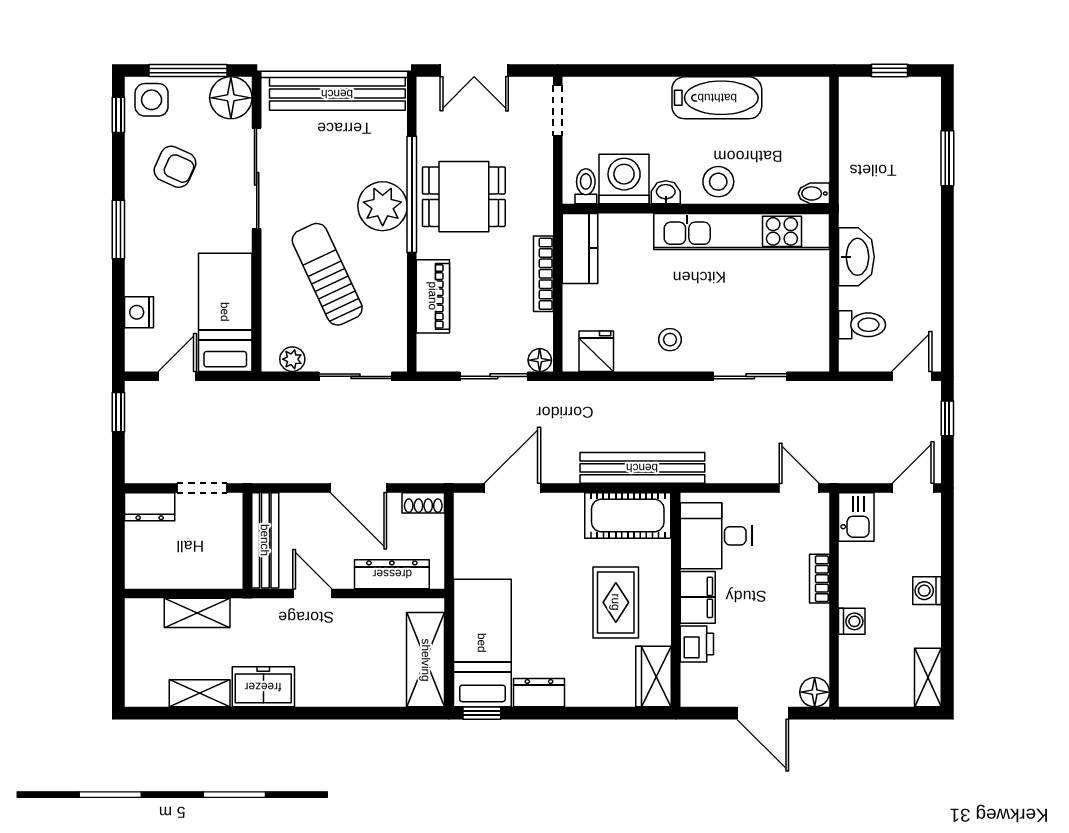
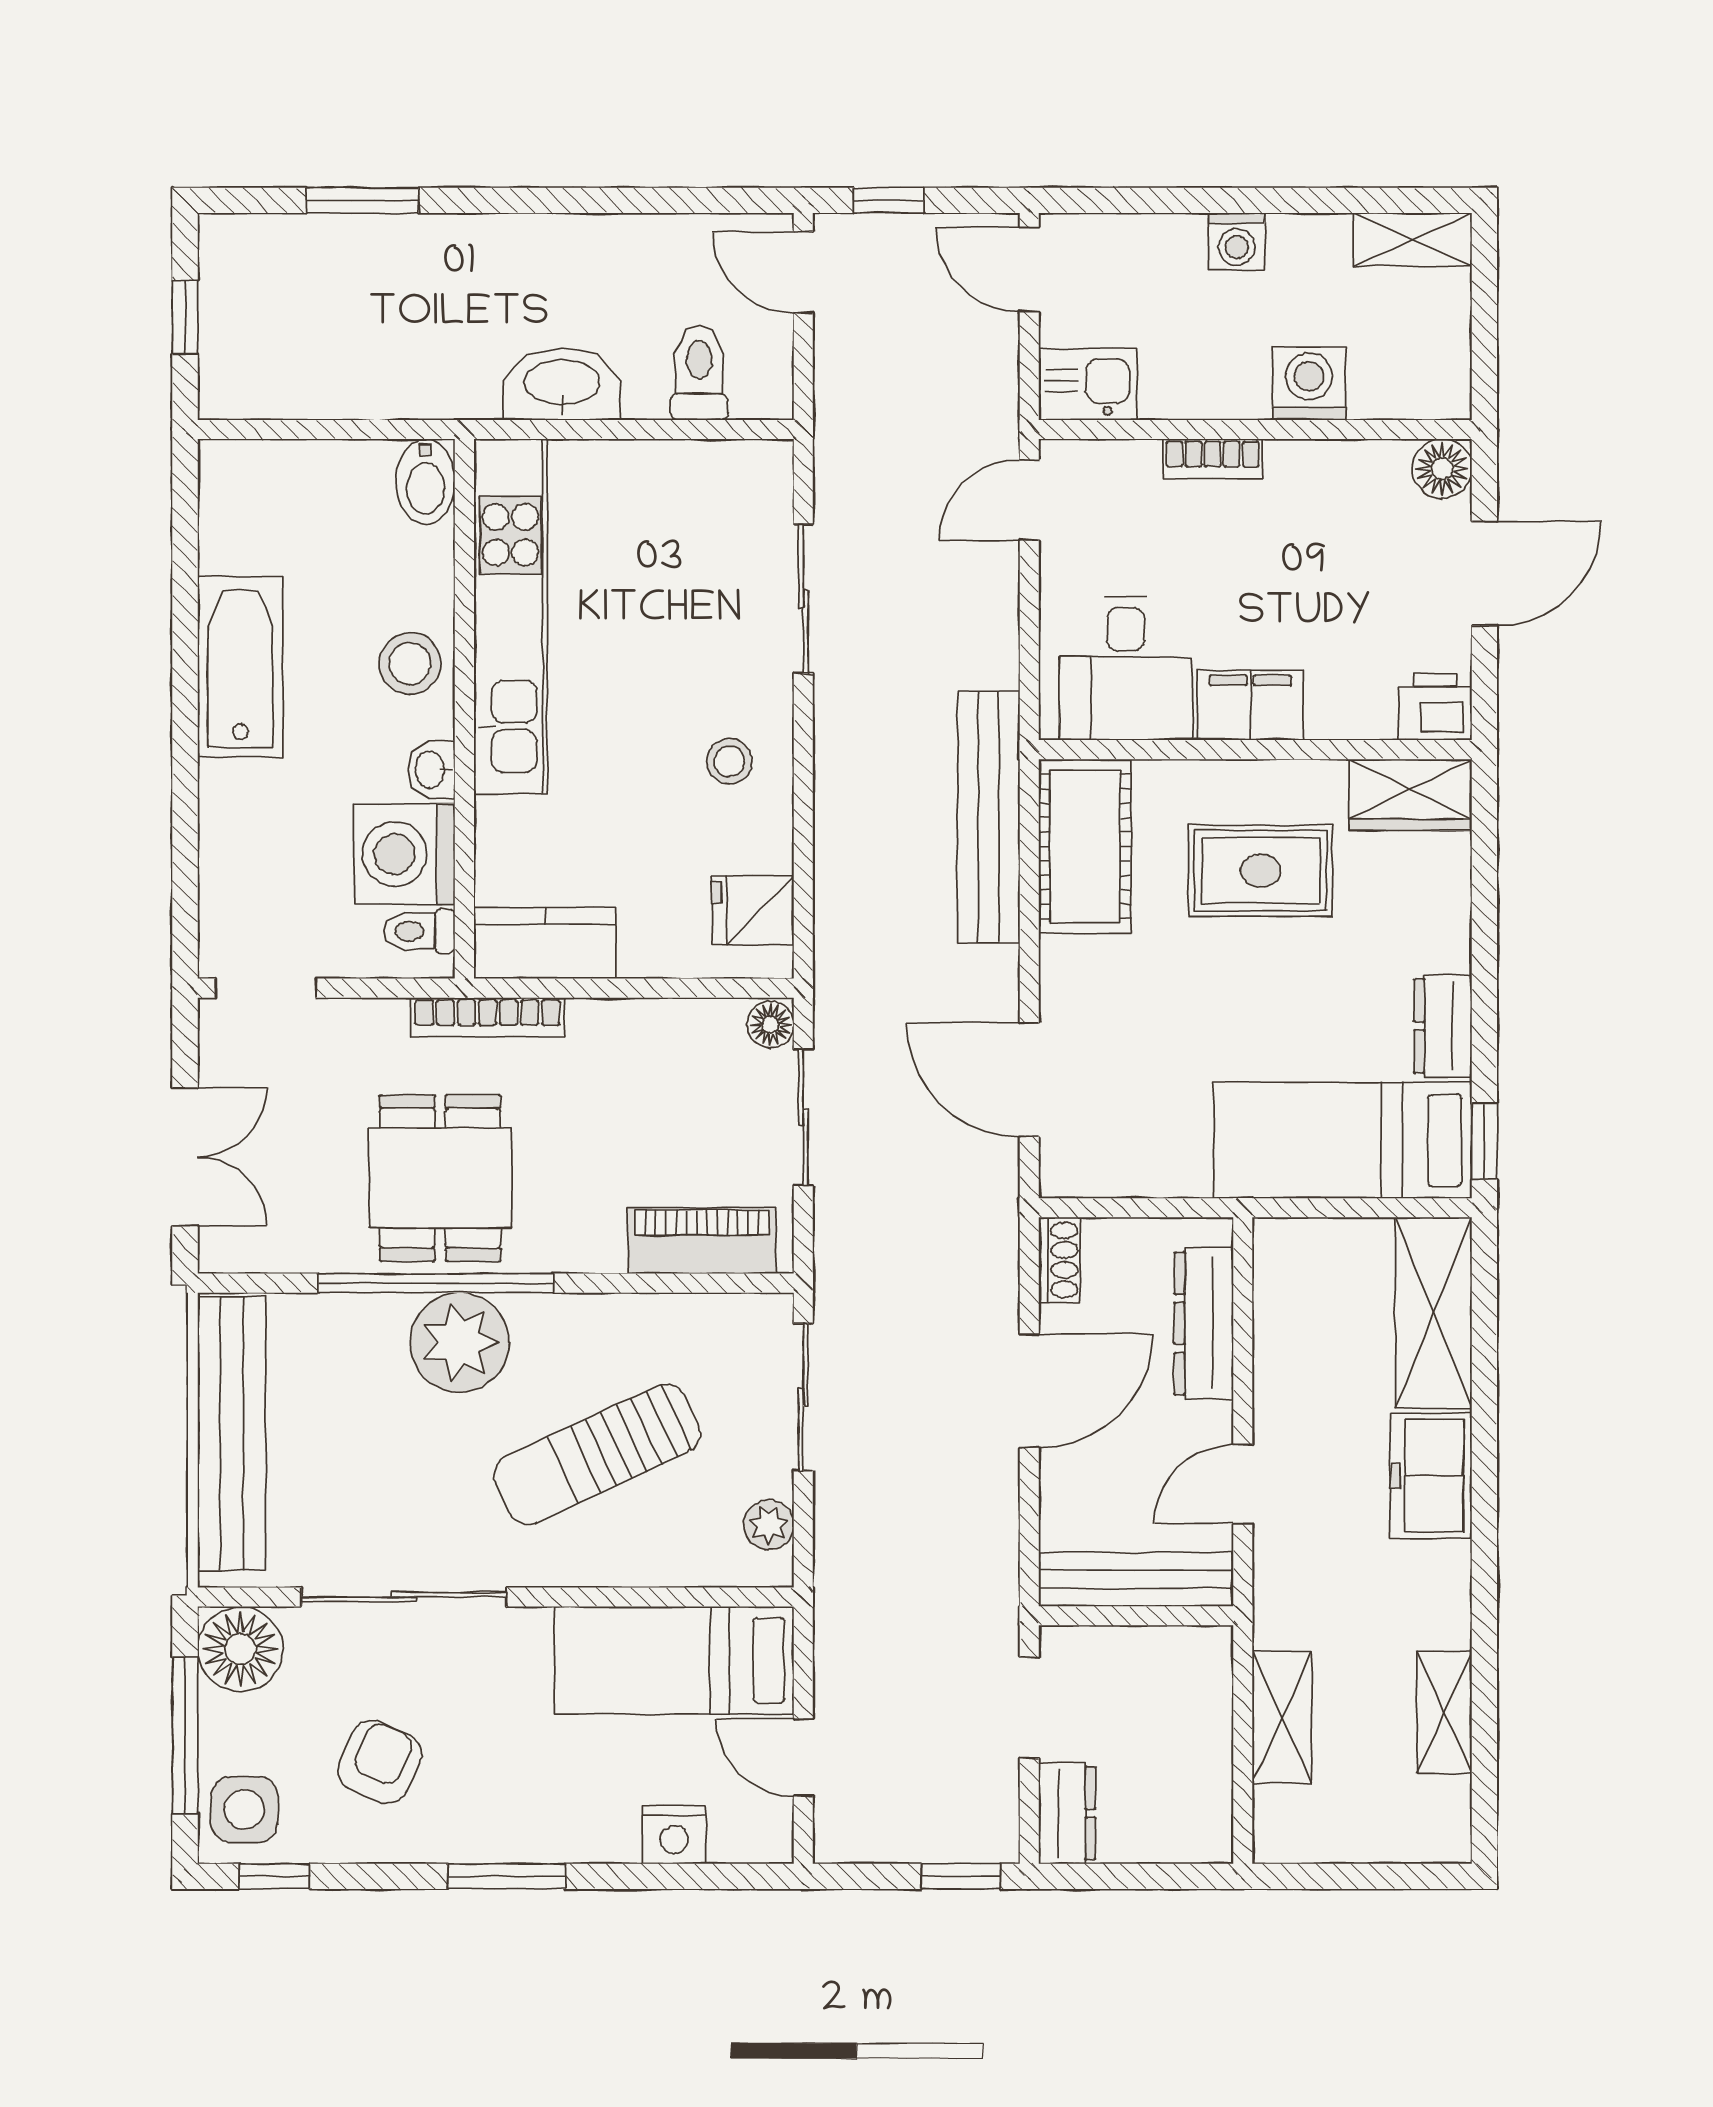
bidet: (814, 193) -> (426, 481), width x1.38, depth x1.36
bookcase: (543, 274) -> (488, 1017), moved
piano: (433, 296) -> (702, 1241), moved
window: (118, 412) -> (961, 1876), moved
washing machine: (852, 621) -> (1309, 384), width x1.38, depth x1.38
printer: (697, 644) -> (1435, 707), moved
shelving: (426, 660) -> (1434, 1313), moved, turned 90
freezer: (263, 687) -> (1431, 1476), moved

